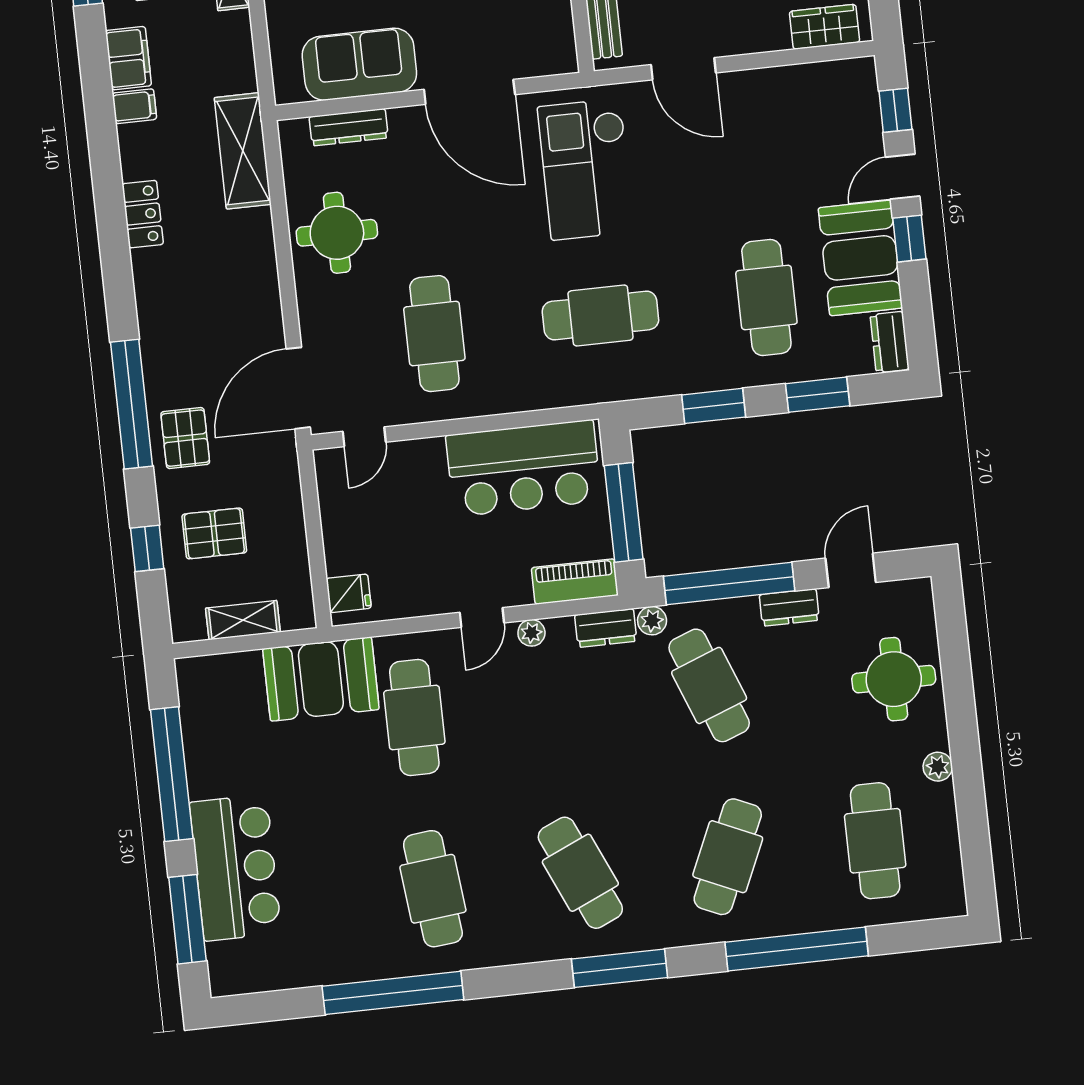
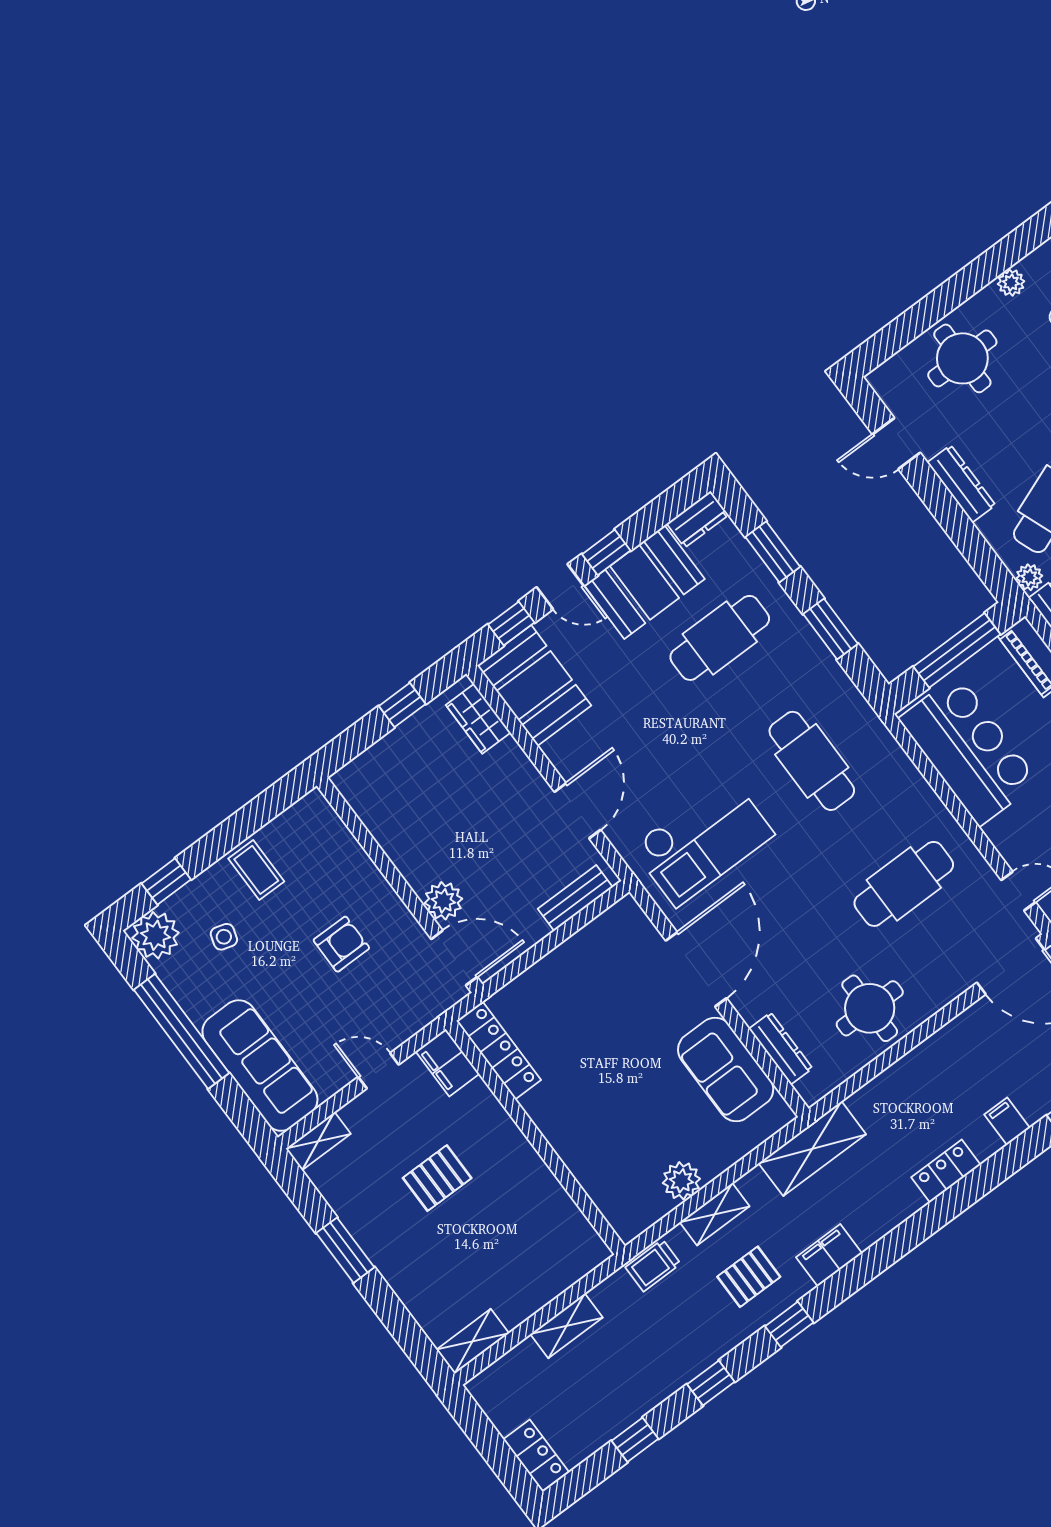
booth: (825, 97) -> (534, 686), added
filing cabinet: (134, 106) -> (1007, 1121), moved
shelving: (243, 151) -> (812, 1149), moved
window: (729, 584) -> (964, 534), removed
dresser: (789, 607) -> (961, 484), width x1.44

